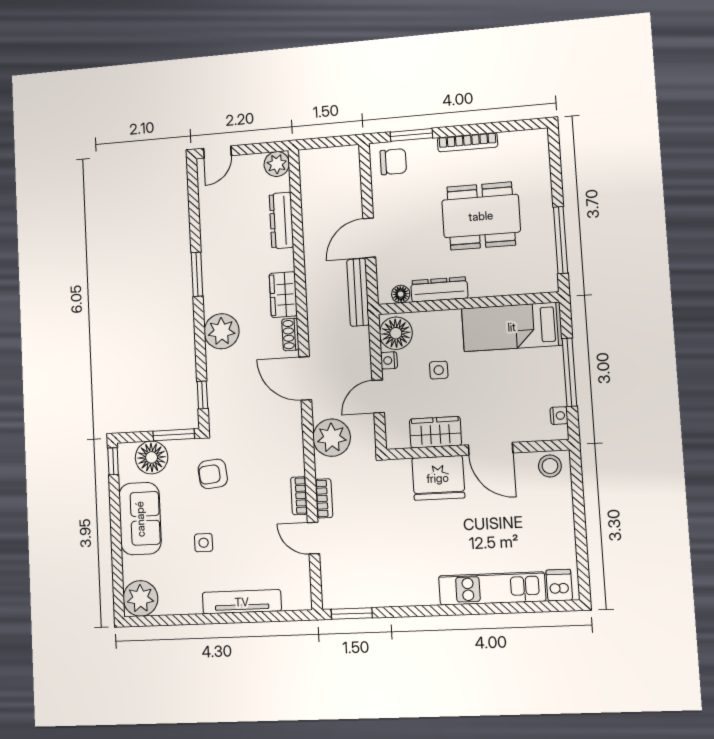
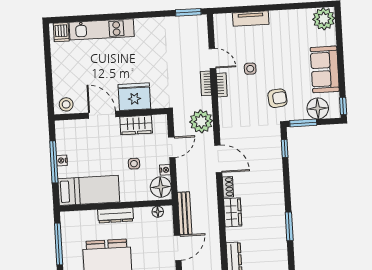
dresser: (439, 289) -> (116, 215), moved
plant: (222, 331) -> (273, 189), removed
nightstand: (559, 416) -> (62, 160), moved
side table: (204, 543) -> (250, 69), moved
tv unit: (242, 602) -> (251, 19), width x0.71

